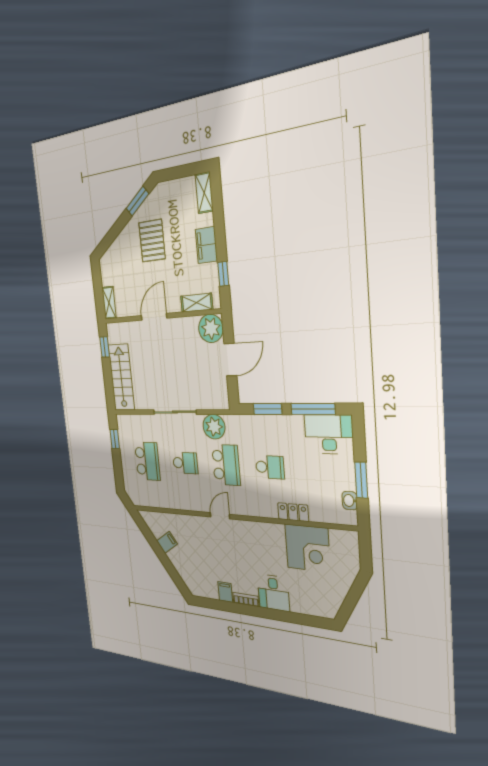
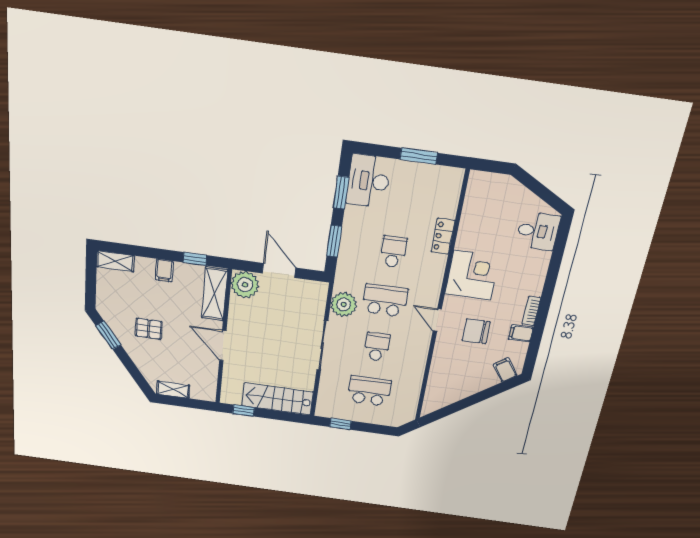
pallet: (152, 241) -> (149, 329), width x0.67, depth x0.71
filing cabinet: (206, 245) -> (164, 270), width x0.50
shelving: (109, 303) -> (173, 390), moved
shelving: (197, 303) -> (215, 294), width x1.50, depth x1.33
window: (313, 409) -> (341, 193), width x0.69
washbasin: (350, 501) -> (438, 173), removed
filing cabinet: (167, 542) -> (505, 370), moved
corner desk: (307, 548) -> (472, 275), moved
chair: (218, 552) -> (476, 331), added
desk: (273, 593) -> (538, 231), moved

